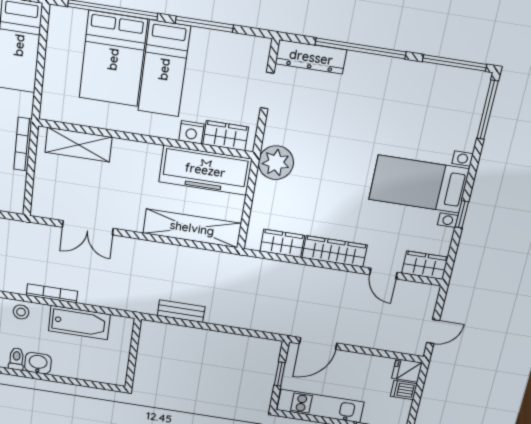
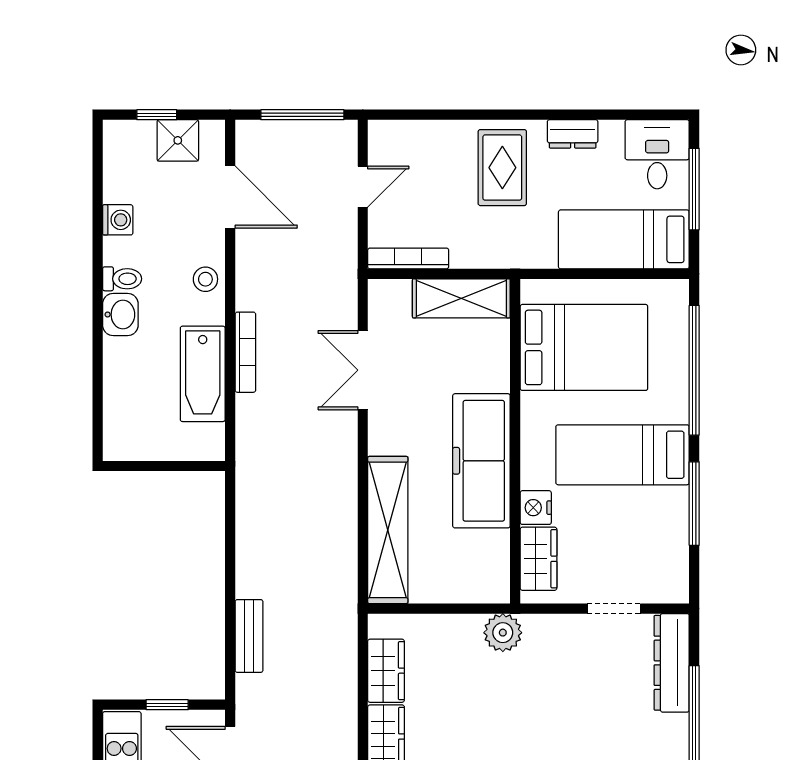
bed: (113, 59) -> (584, 347), moved, turned 180
bookcase: (23, 144) -> (408, 258), moved
shelving: (79, 145) -> (461, 298), moved, turned 90
plant: (276, 163) -> (503, 633), width x0.73, depth x0.73
freezer: (205, 170) -> (481, 461), moved
bookcase: (52, 293) -> (245, 352), moved
bench: (181, 311) -> (249, 636), moved

